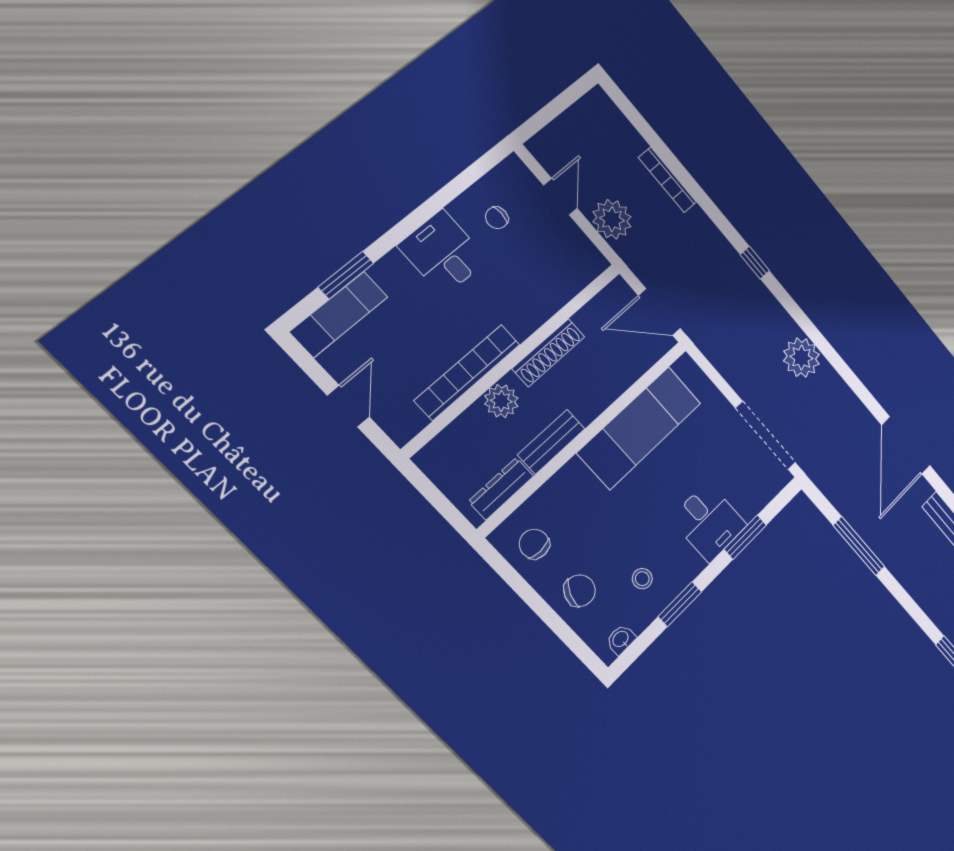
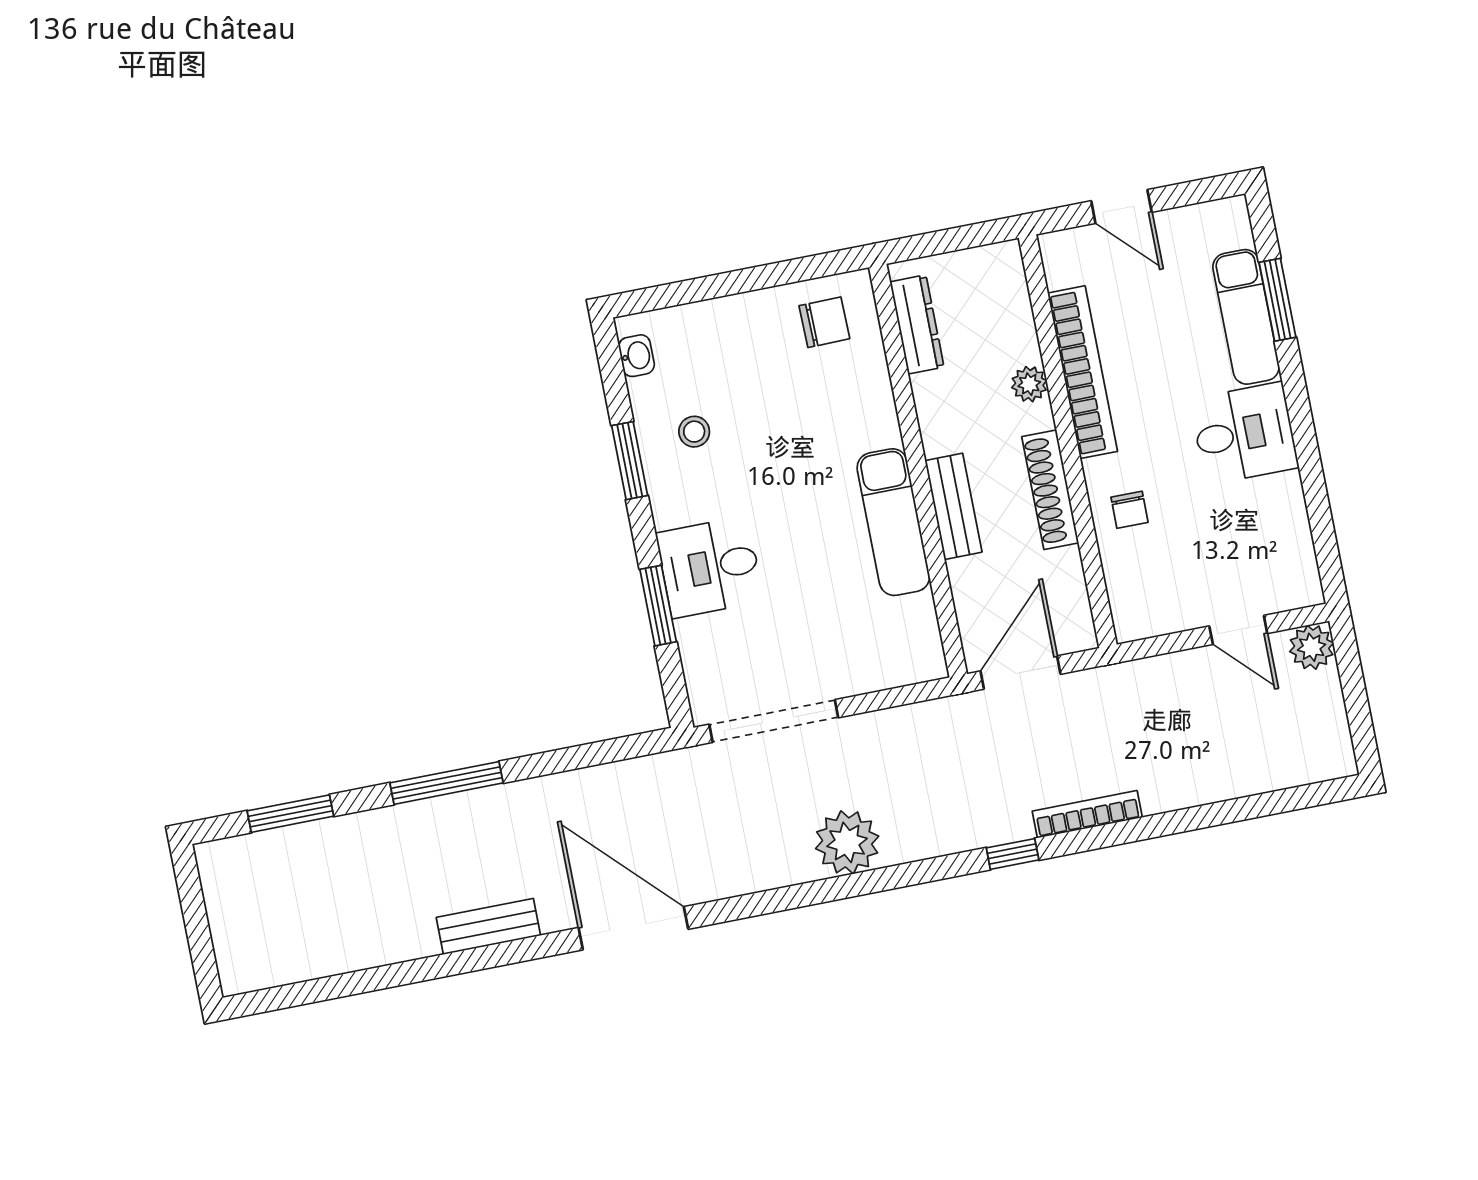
bookcase: (668, 180) -> (1087, 814), moved
chair: (497, 218) -> (1130, 510), moved, turned 180
plant: (612, 219) -> (1312, 647), moved, width x0.73, depth x0.73
exam couch: (339, 314) -> (1246, 317), moved
plant: (501, 401) -> (1029, 384), width x0.73, depth x0.73
exam couch: (640, 428) -> (893, 522), width x0.73, depth x0.69
bench: (551, 442) -> (954, 506), moved
window: (859, 546) -> (446, 783), moved
chair: (580, 591) -> (731, 342), removed

